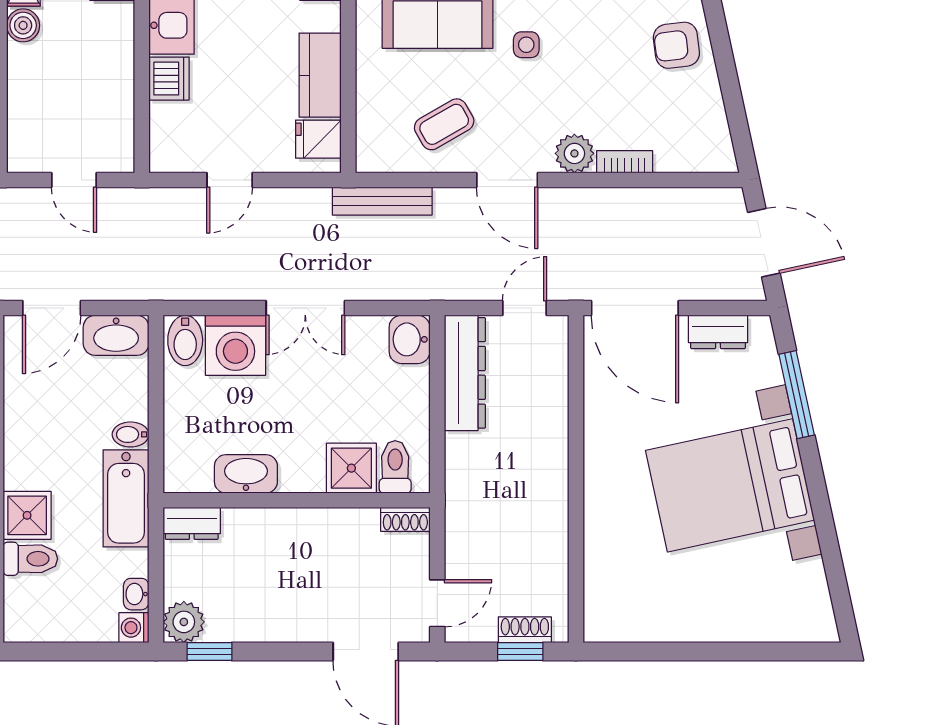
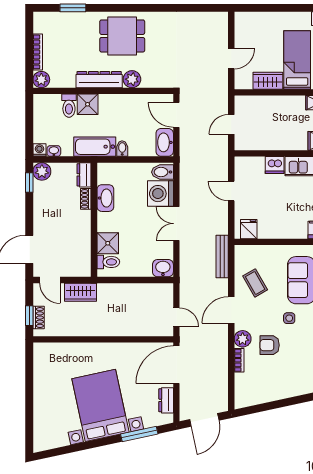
boiler: (23, 25) -> (297, 103), removed
armchair: (676, 45) -> (270, 345), moved, turned -83
kitchen counter: (320, 75) -> (276, 230), removed
dresser: (465, 373) -> (149, 292), removed
shoe rack: (405, 519) -> (86, 199), moved
wardrobe: (466, 532) -> (81, 292), added

